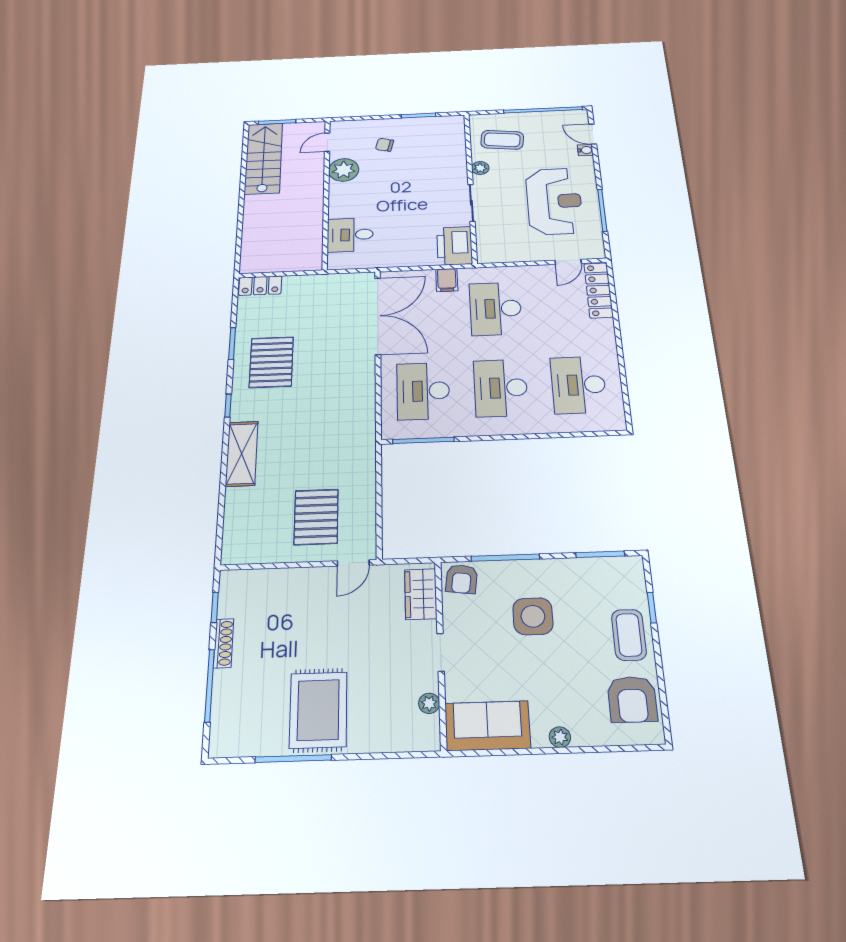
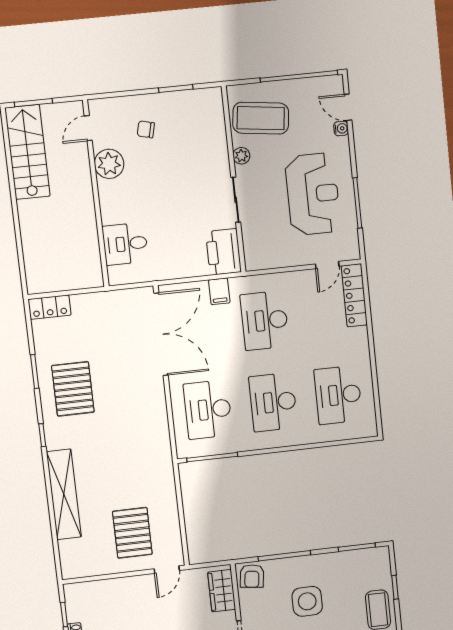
coffee table: (502, 140) -> (261, 118), width x1.36, depth x1.32
shelving: (242, 454) -> (64, 494), width x1.47

